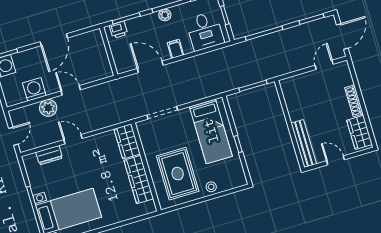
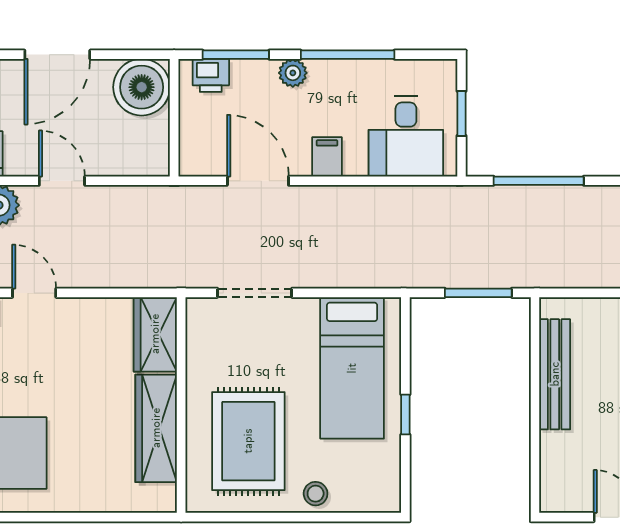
plant: (165, 15) -> (293, 73), moved
boiler: (92, 43) -> (142, 87), added
bench: (304, 144) -> (555, 374), moved

